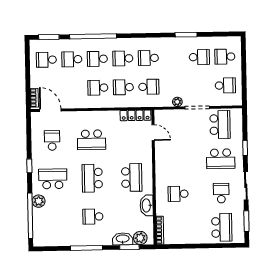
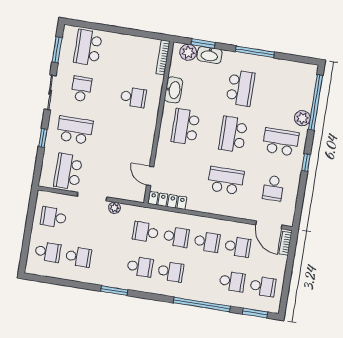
window: (186, 35) -> (114, 290), moved
school desk: (199, 57) -> (79, 257), turned 180
school desk: (97, 59) -> (238, 247), moved
school desk: (92, 178) -> (233, 134), turned 180
school desk: (53, 179) -> (281, 142), turned 180
school desk: (221, 193) -> (81, 89), turned 180
school desk: (93, 217) -> (240, 88), width x1.85

